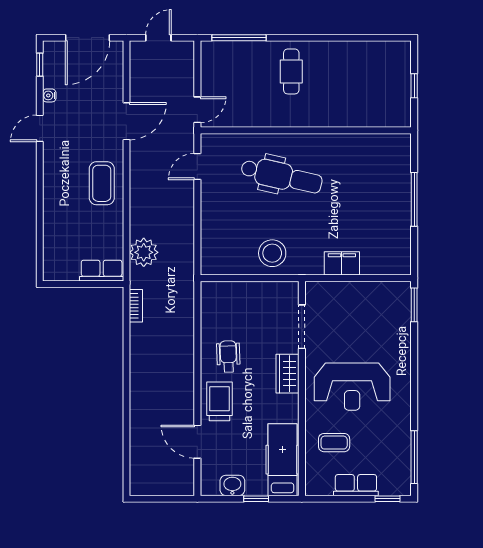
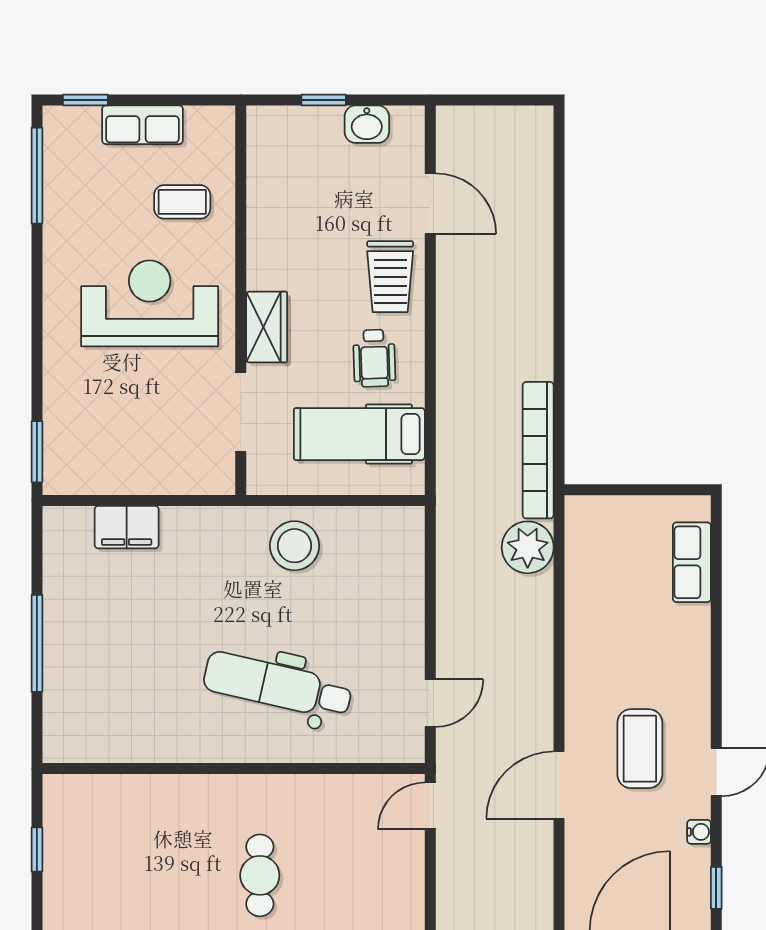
coffee table: (102, 183) -> (640, 749), moved
filing cabinet: (342, 263) -> (127, 527), moved
row of seats: (102, 271) -> (692, 562), moved, turned 90
bookcase: (136, 306) -> (538, 450), width x2.31, depth x1.31
hospital bed: (283, 460) -> (359, 434), moved, turned 90

